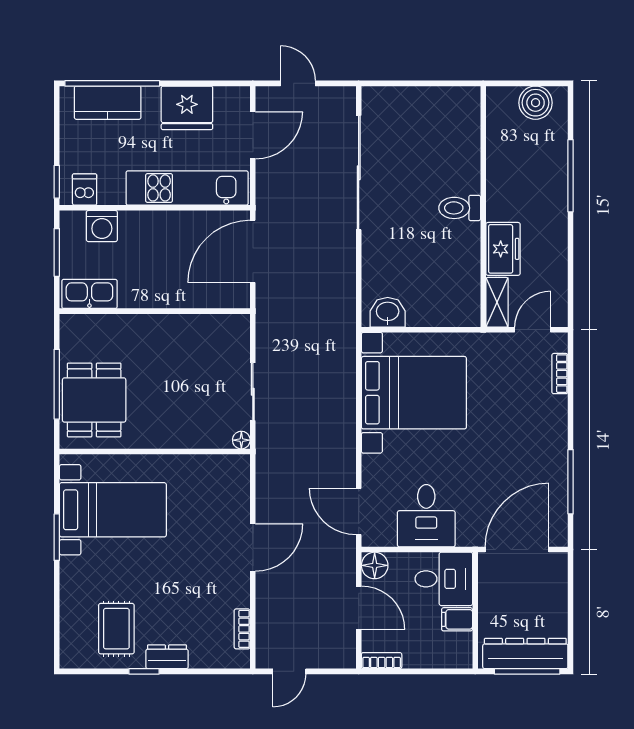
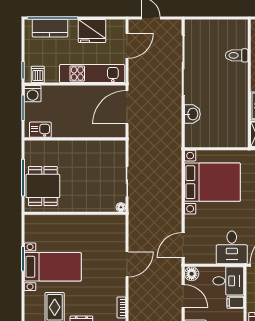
toilet: (460, 208) -> (237, 55), moved
washing machine: (102, 226) -> (33, 94), moved
kitchen sink: (89, 294) -> (40, 130), width x0.73
washbasin: (388, 312) -> (192, 114), moved, turned 90
bed with nightstands: (113, 510) -> (53, 267), moved
door: (359, 511) -> (183, 245), hinge flipped
desk: (426, 516) -> (232, 247), moved

